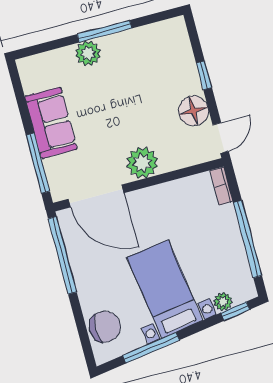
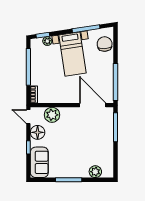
plant: (88, 53) -> (95, 172), moved
sofa: (51, 123) -> (39, 162), moved, turned 180
door: (221, 138) -> (28, 117), hinge flipped
plant: (142, 163) -> (52, 115), moved
chair: (105, 327) -> (105, 44), turned 86

